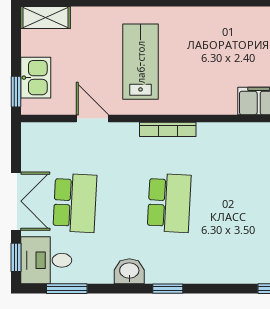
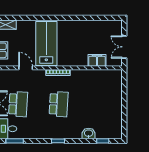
lab bench: (141, 62) -> (46, 43), width x1.36, depth x1.39
washbasin: (129, 271) -> (89, 133), moved

